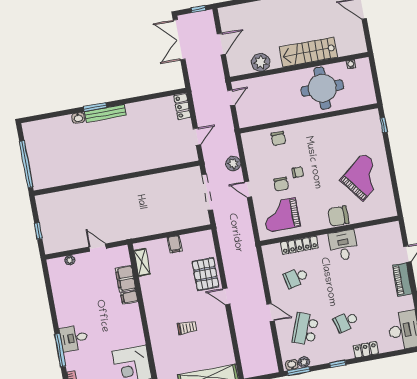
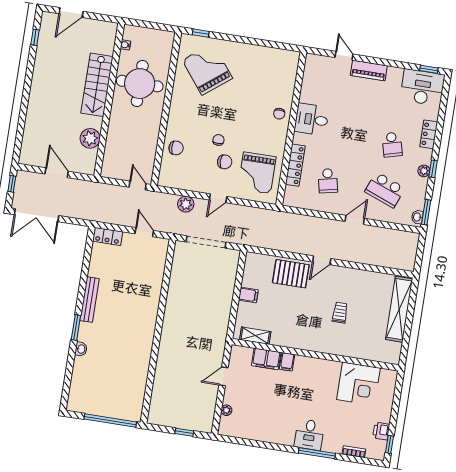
door: (231, 98) -> (138, 186), moved
bench: (105, 113) -> (90, 300), moved
grand piano: (363, 177) -> (207, 69), moved
chair: (339, 216) -> (279, 114), width x0.54, depth x0.54
plant: (304, 362) -> (424, 171), moved

